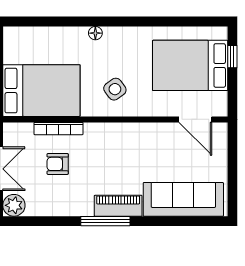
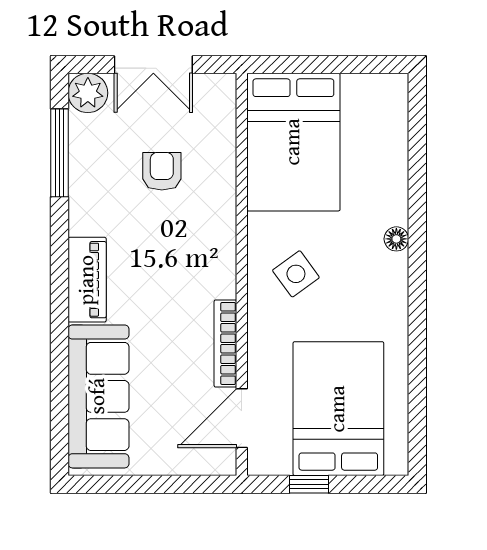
window: (232, 57) -> (309, 484), moved
bookcase: (58, 129) -> (225, 343), moved
window: (105, 221) -> (59, 153), moved

